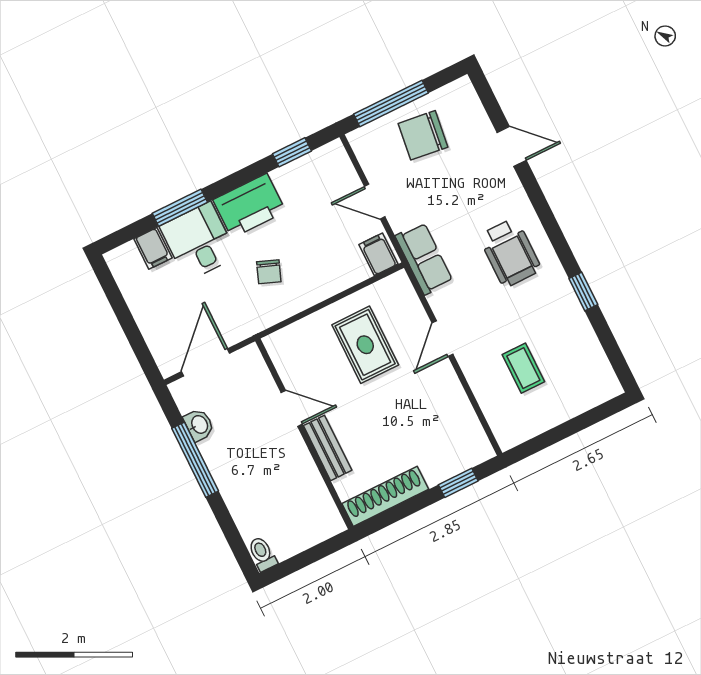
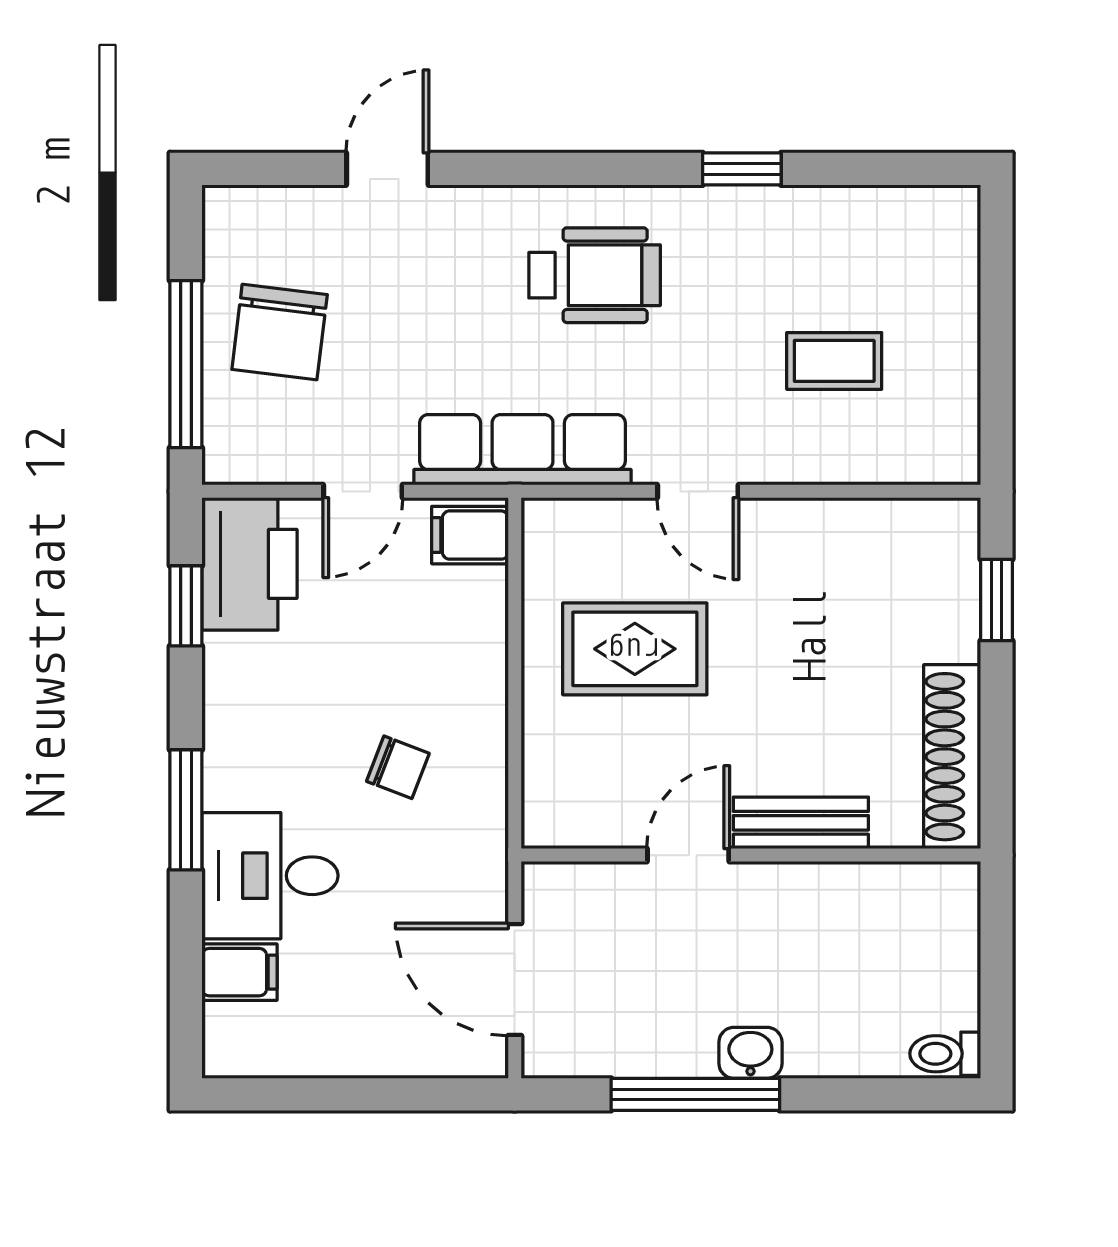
printer: (249, 206) -> (249, 564), moved
window: (180, 208) -> (186, 810), moved
row of seats: (424, 259) -> (523, 450), width x1.48
washbasin: (199, 425) -> (750, 1053), moved

